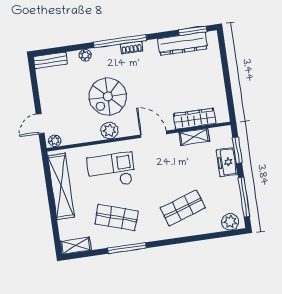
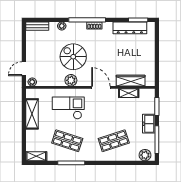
spiral stairs: (108, 97) -> (73, 57), turned 90
freezer: (227, 162) -> (149, 124), moved
shelving: (61, 186) -> (32, 114), width x0.68

